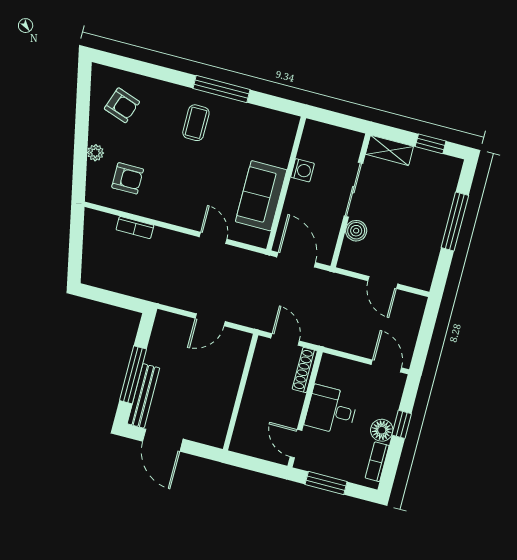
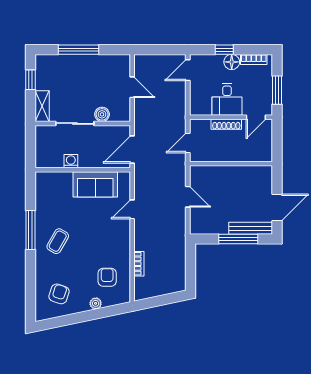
coffee table: (196, 123) -> (58, 241), turned -60
door: (383, 282) -> (132, 87), hinge flipped
shoe rack: (305, 370) -> (226, 124), moved

